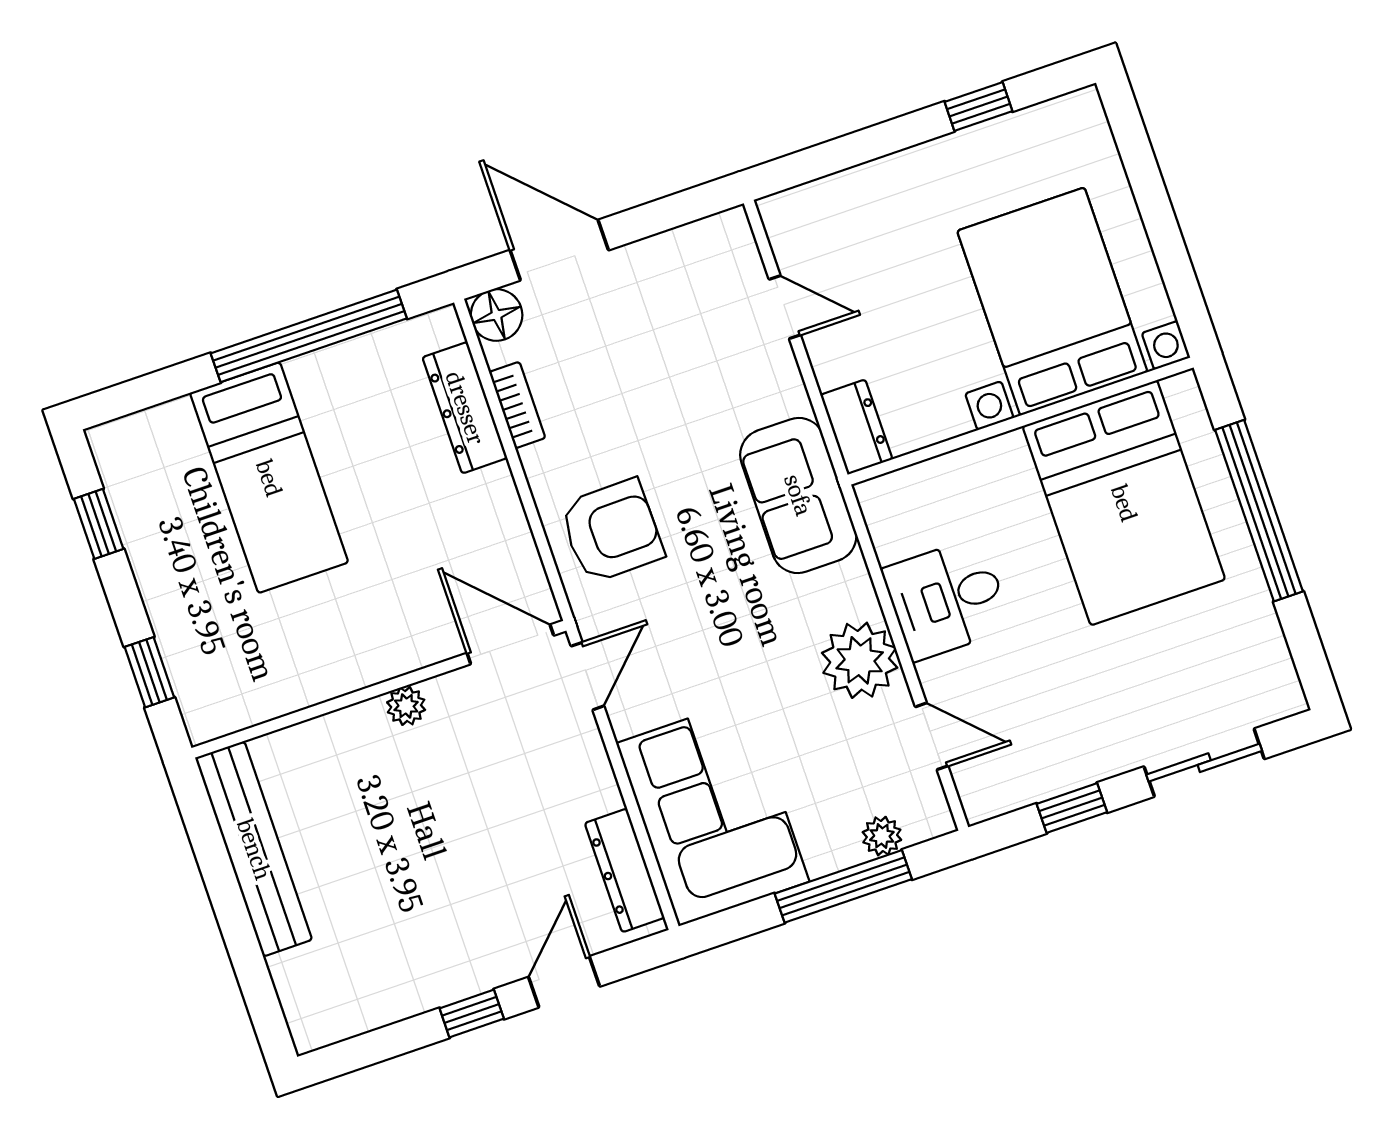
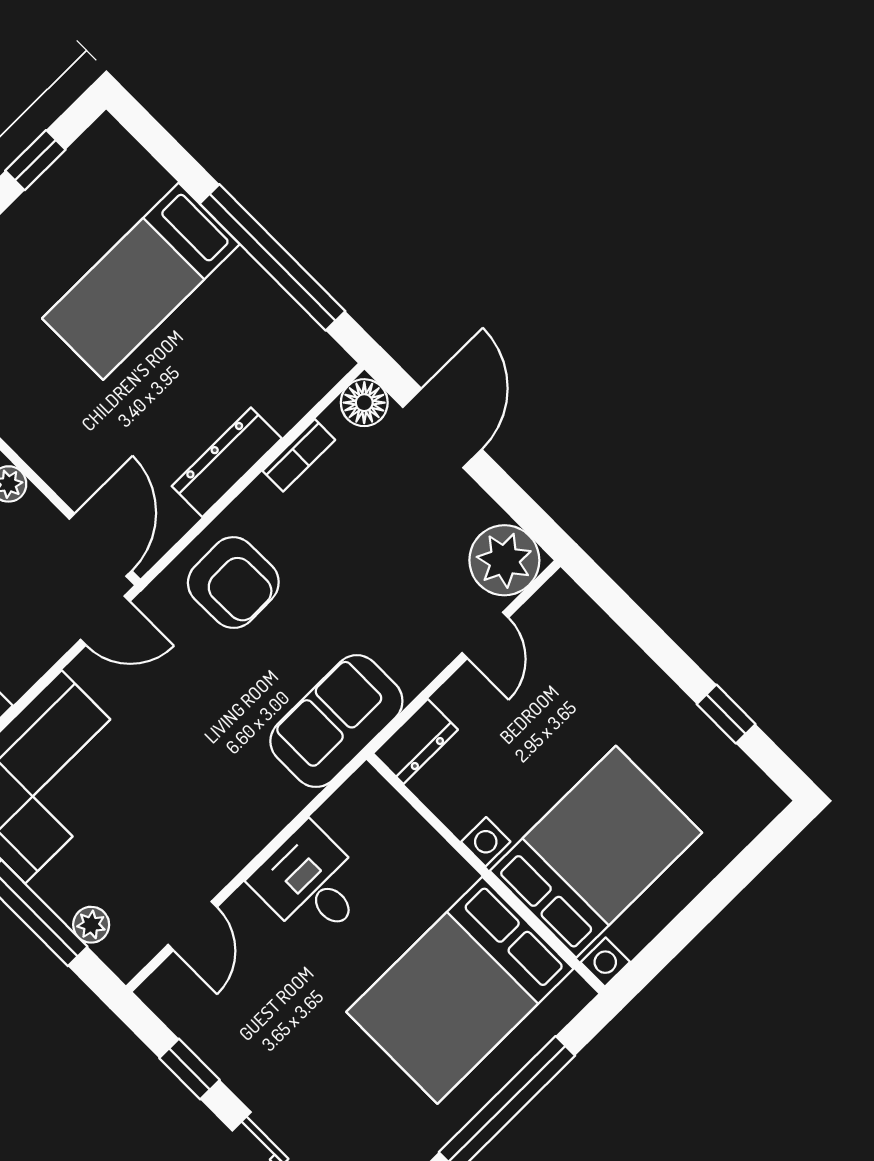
dresser: (465, 408) -> (227, 462), moved
plant: (860, 660) -> (504, 560), moved

